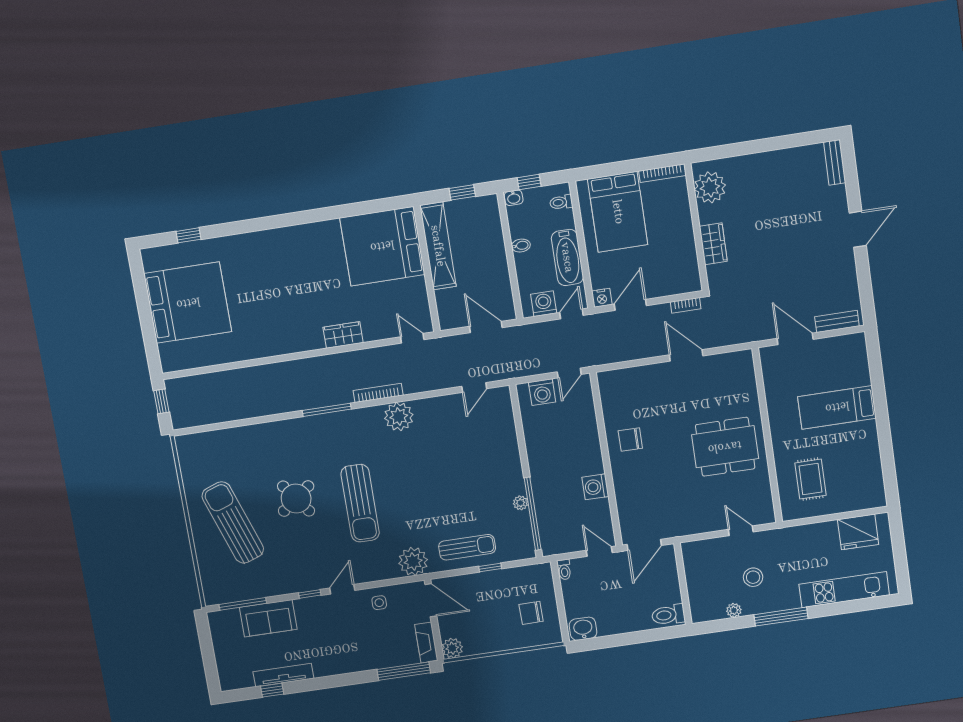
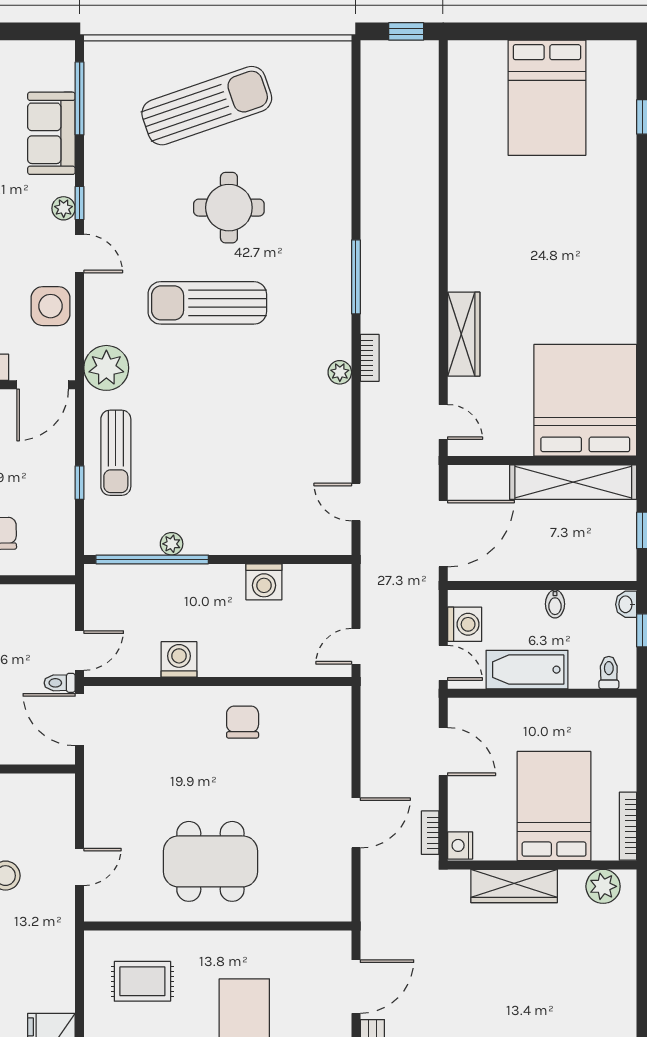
plant: (710, 187) -> (603, 886), width x0.73, depth x0.73
bed: (618, 212) -> (554, 806), moved, turned 90
wardrobe: (713, 244) -> (514, 886), width x1.50
nightstand: (602, 298) -> (460, 845), moved
bed: (188, 303) -> (547, 98), width x0.73
door: (486, 327) -> (443, 534), width x1.36
wardrobe: (343, 335) -> (464, 334), width x1.50
door: (412, 338) -> (443, 422), hinge flipped
door: (569, 373) -> (356, 646), hinge flipped
washing machine: (542, 392) -> (264, 582), moved, turned -90
bookcase: (378, 393) -> (370, 358), width x0.64
plant: (399, 417) -> (340, 372), width x0.53, depth x0.53
dining table: (725, 447) -> (210, 861), turned 90
round table: (296, 499) -> (229, 208), turned 37
toilet: (564, 570) -> (60, 683), moved
side table: (379, 603) -> (51, 306), width x1.87, depth x1.87
plant: (315, 604) -> (64, 208), added

